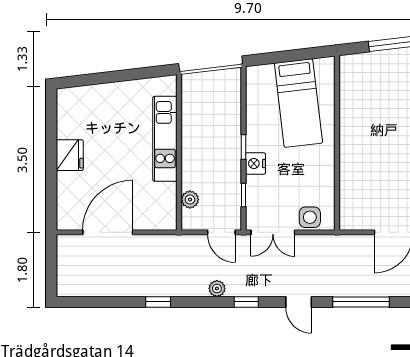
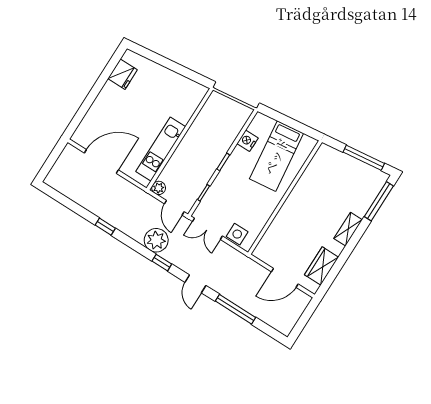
kitchen unit: (165, 139) -> (161, 149), moved
fridge: (70, 155) -> (123, 74), moved
nightstand: (255, 163) -> (247, 141), moved
plant: (190, 200) -> (159, 188), moved
plant: (217, 288) -> (156, 240), width x1.88, depth x1.88

